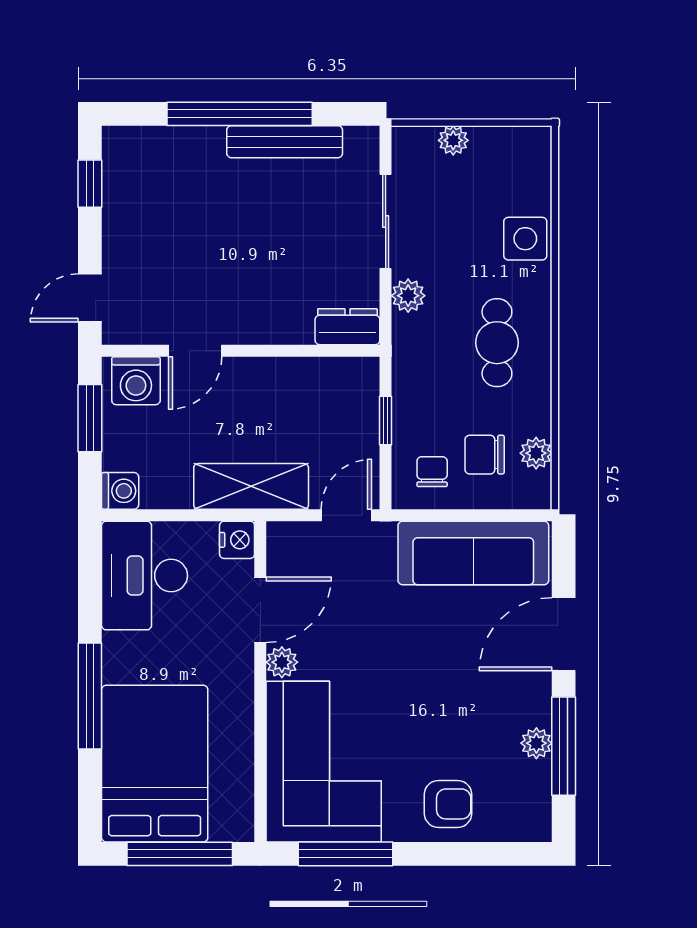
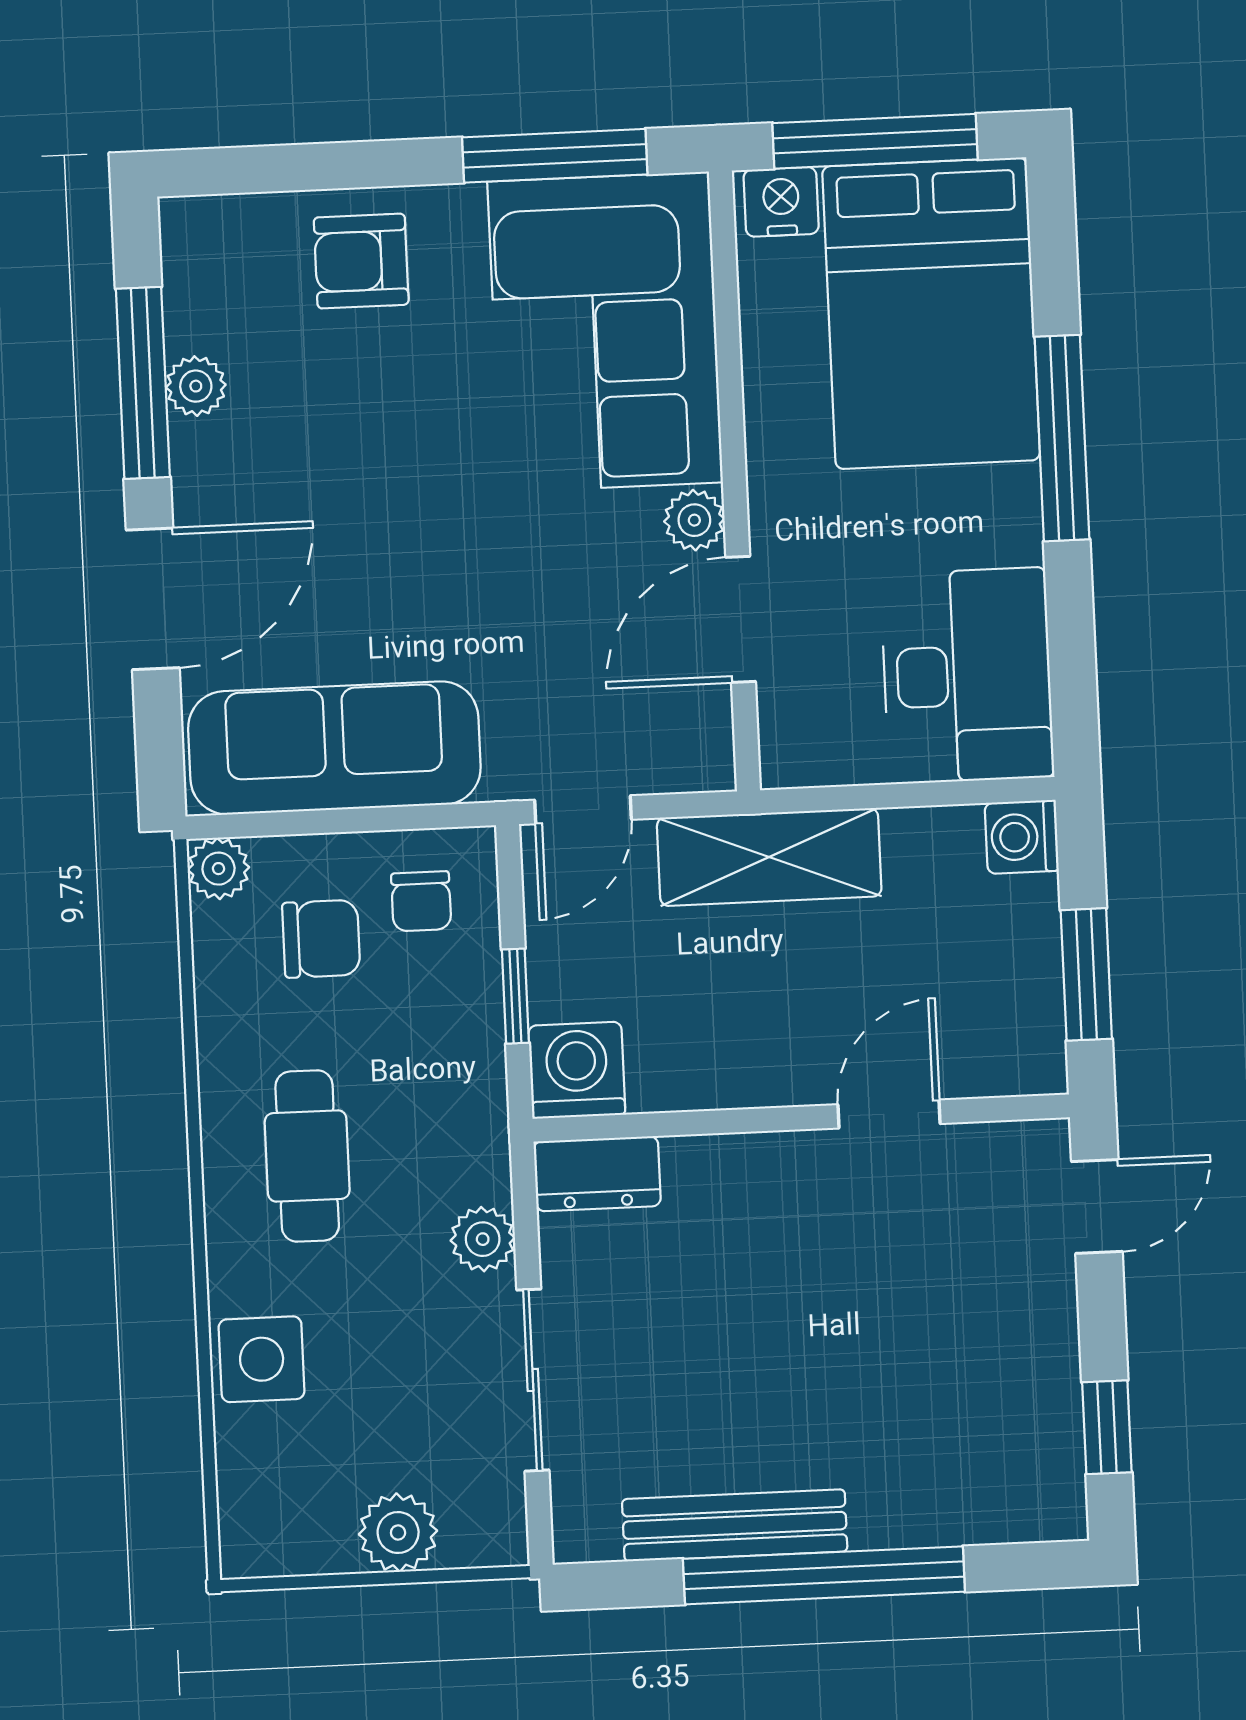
plant: (453, 140) -> (398, 1533), width x1.38, depth x1.38
washing machine: (136, 381) -> (577, 1070), moved
plant: (536, 453) -> (218, 869), moved
nightstand: (237, 540) -> (781, 202), moved, turned 90

